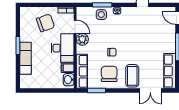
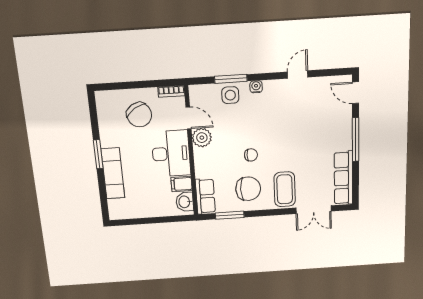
chair: (45, 23) -> (139, 115), turned 77
row of seats: (82, 71) -> (205, 196), width x0.68
chair: (109, 74) -> (248, 189), turned 90

